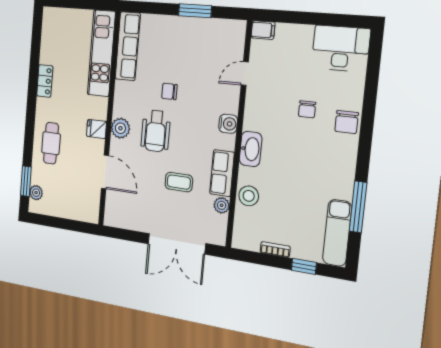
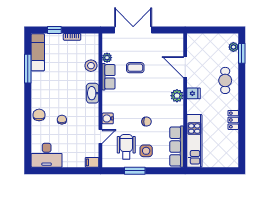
side table: (174, 43) -> (146, 151), added
water cooler: (228, 124) -> (108, 118), moved
wheelchair: (156, 131) -> (126, 147), moved

